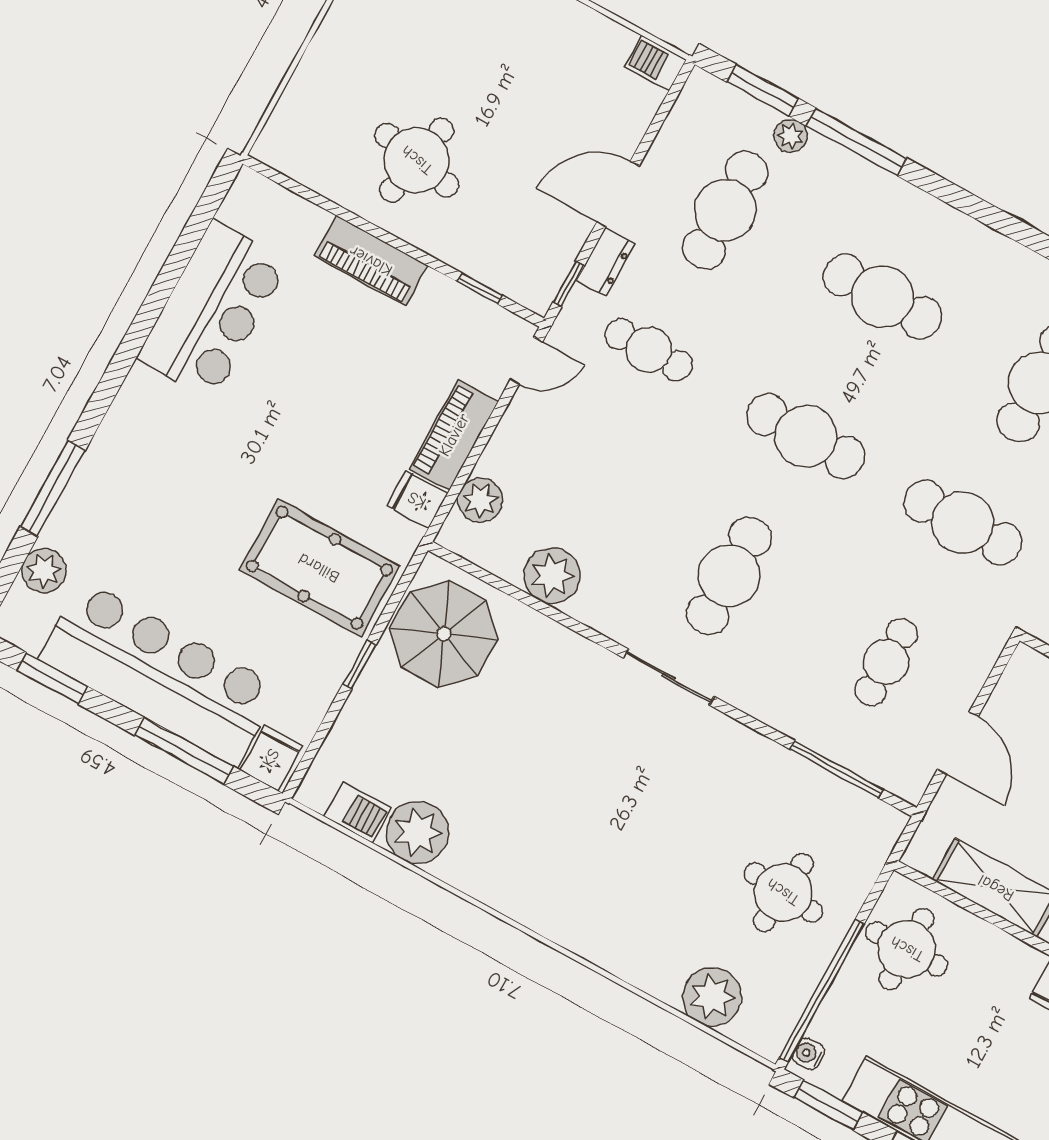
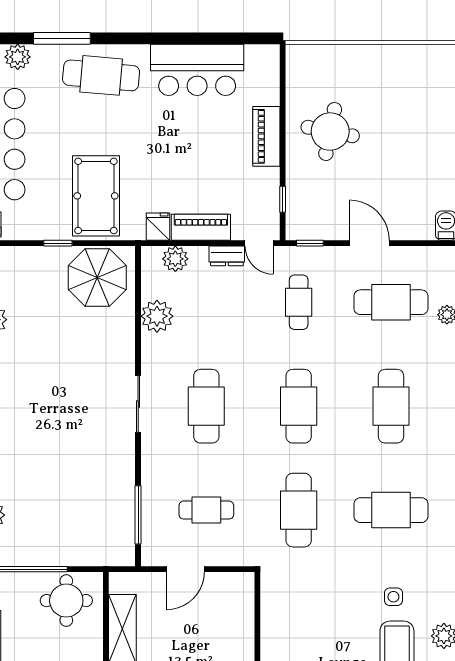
dresser: (606, 262) -> (227, 256), moved
cafe table: (141, 460) -> (101, 75), added
cafe table: (729, 576) -> (206, 406), turned 90
round table: (783, 892) -> (61, 522), removed

